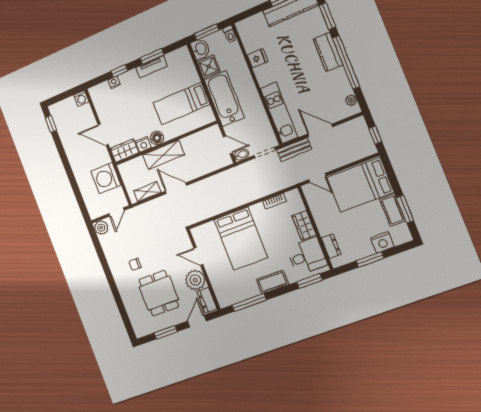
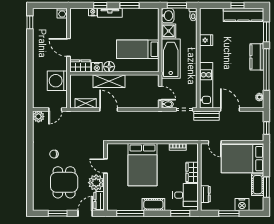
tv unit: (152, 67) -> (110, 13), moved

